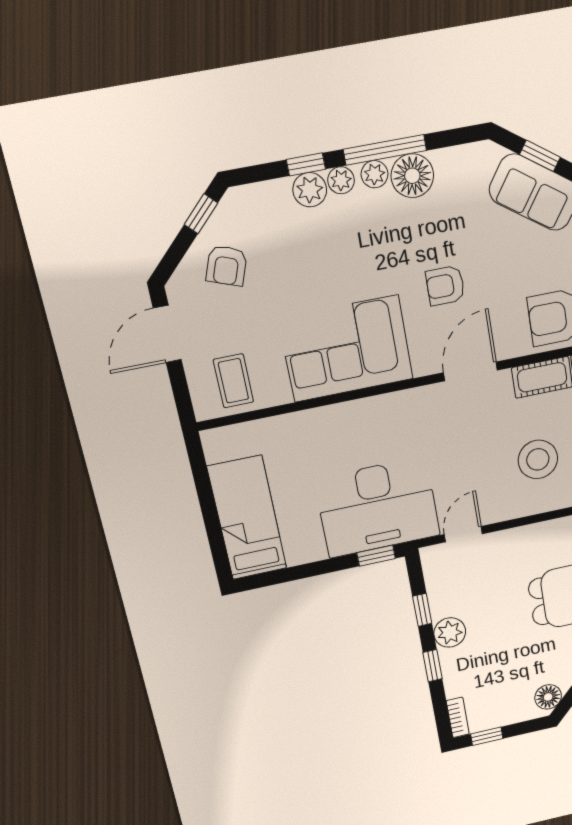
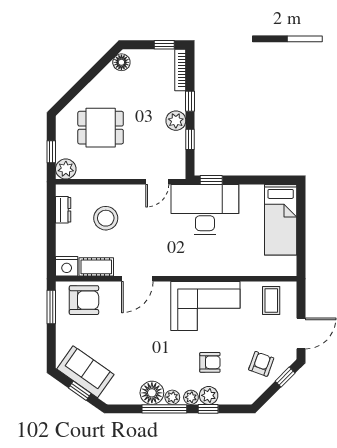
window: (201, 214) -> (285, 377), moved
armchair: (445, 286) -> (210, 362), moved
bookcase: (458, 717) -> (180, 70), width x1.56

